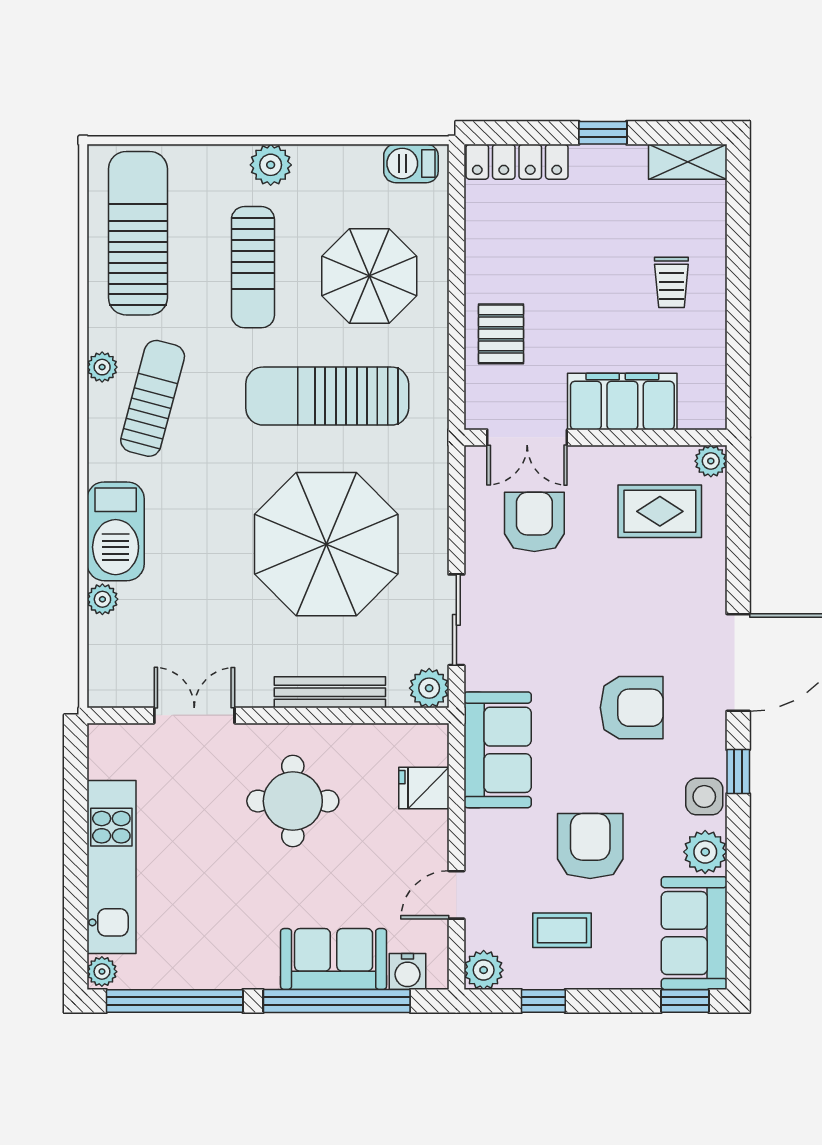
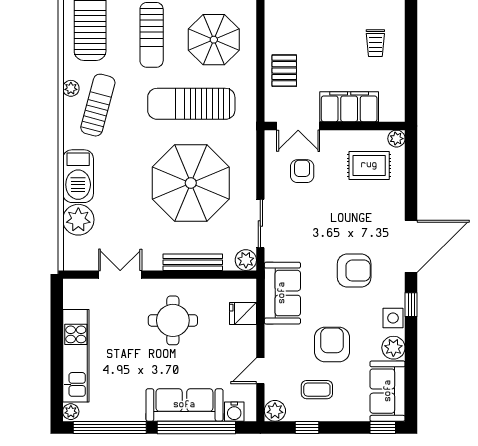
armchair: (534, 522) -> (302, 171), width x0.72, depth x0.72
plant: (102, 599) -> (78, 220), width x1.87, depth x1.87
sofa: (334, 959) -> (184, 405), width x1.36

